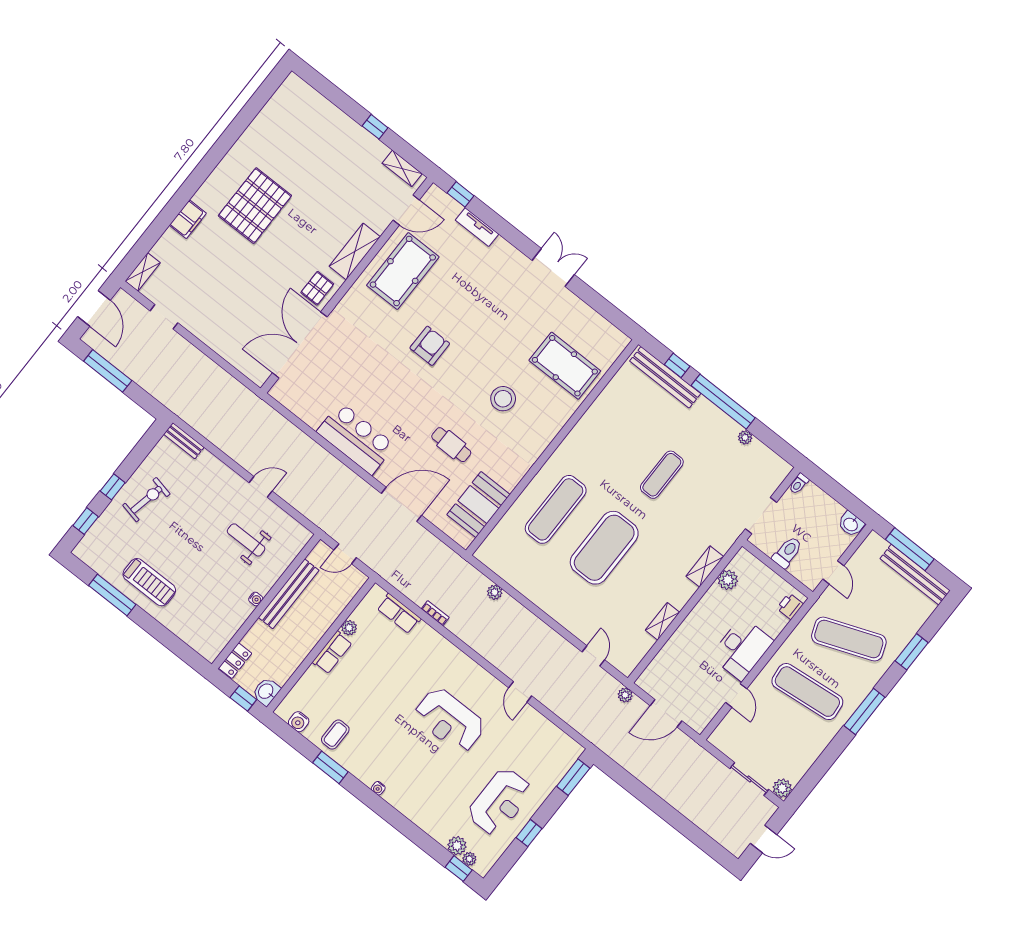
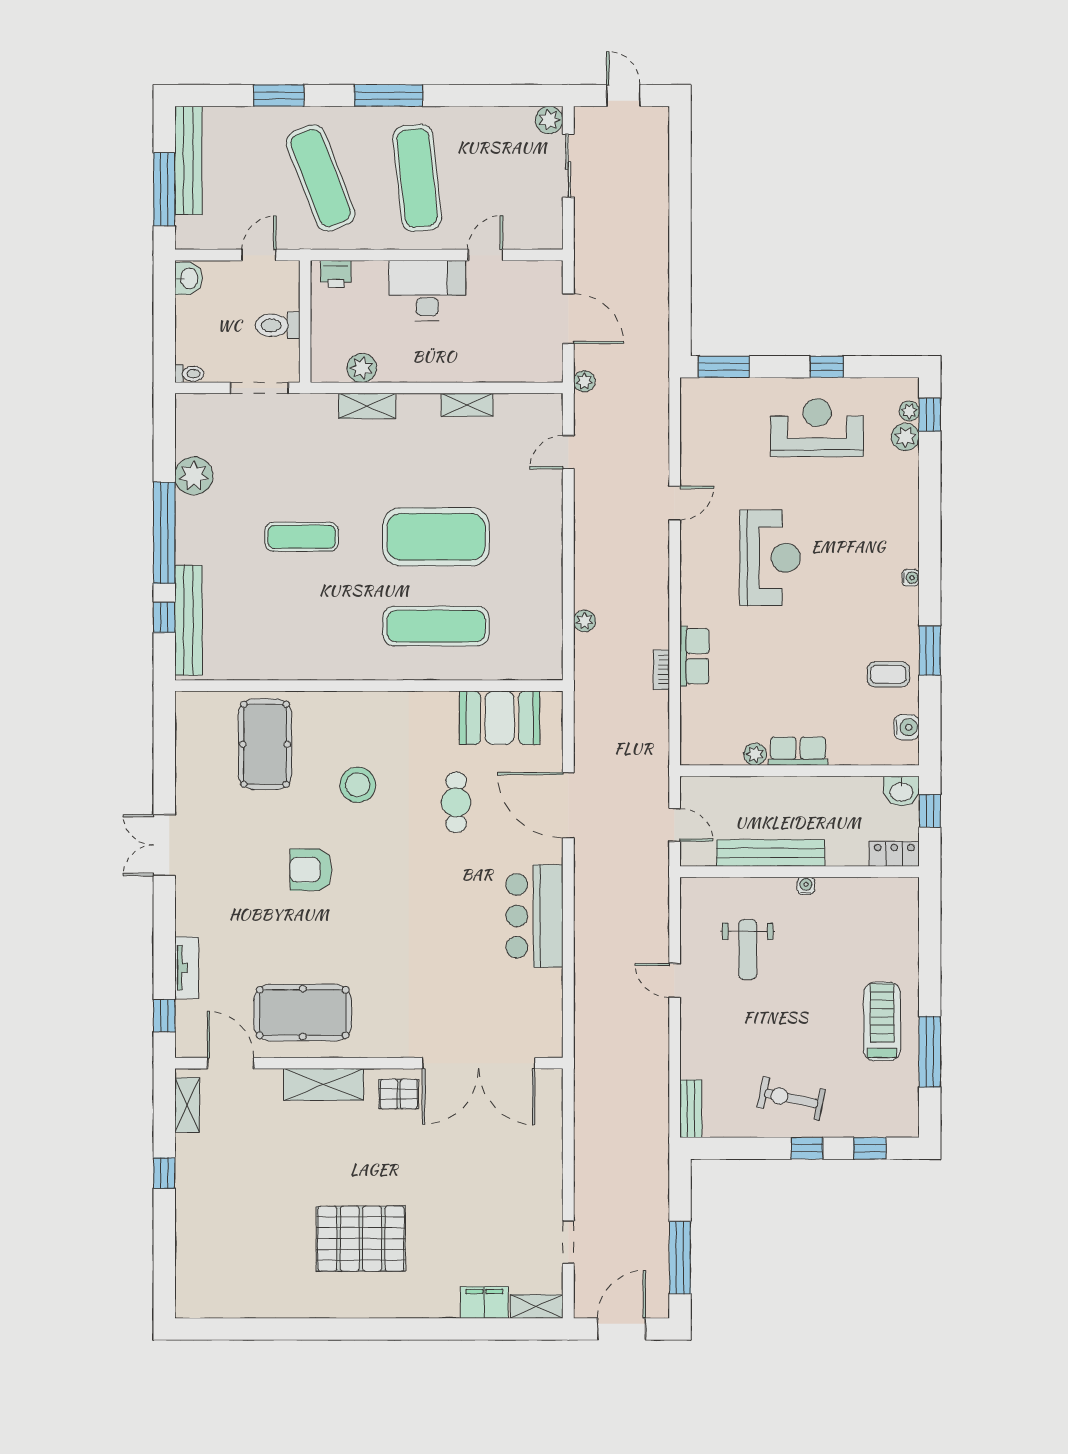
filing cabinet: (188, 219) -> (484, 1303), moved
armchair: (430, 346) -> (311, 870), moved
plant: (745, 437) -> (194, 476), width x1.88, depth x1.88
row of seats: (399, 614) -> (694, 656), moved

